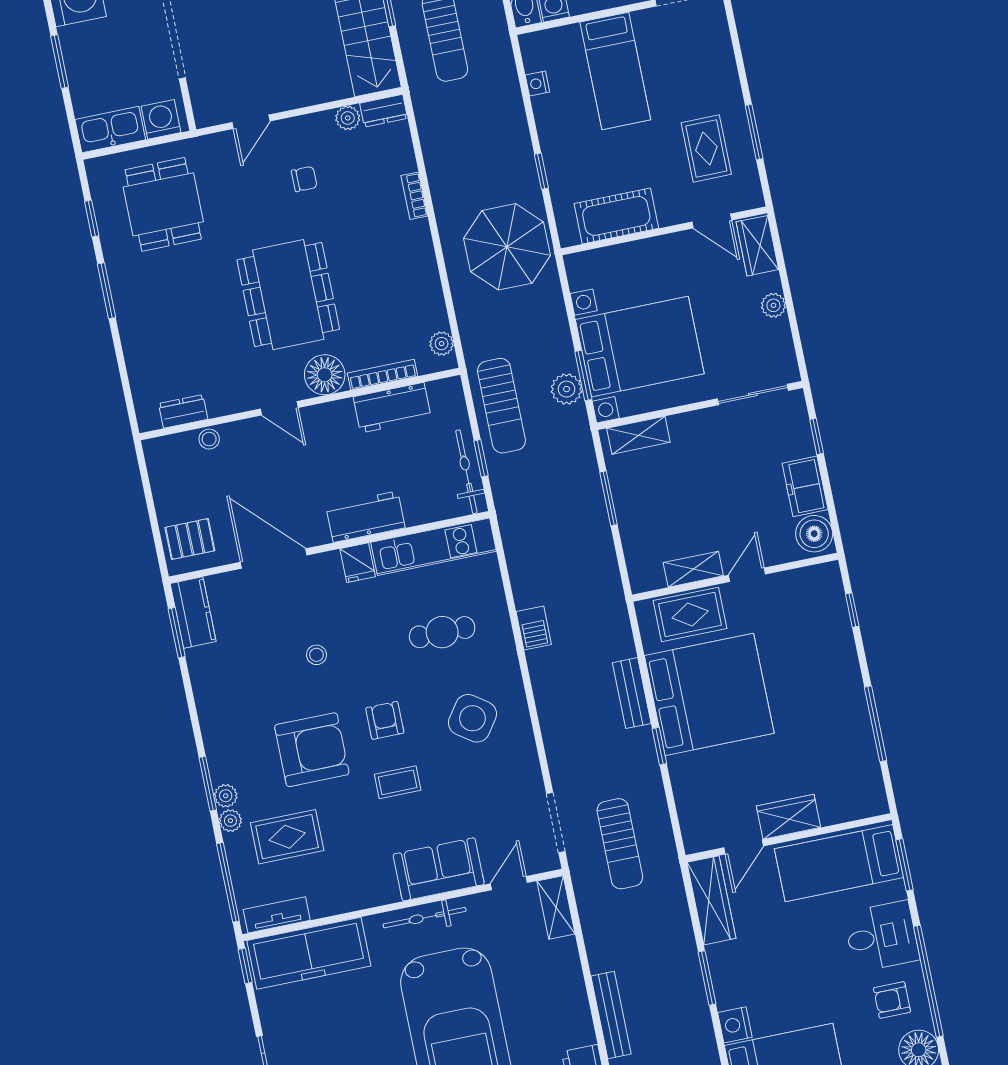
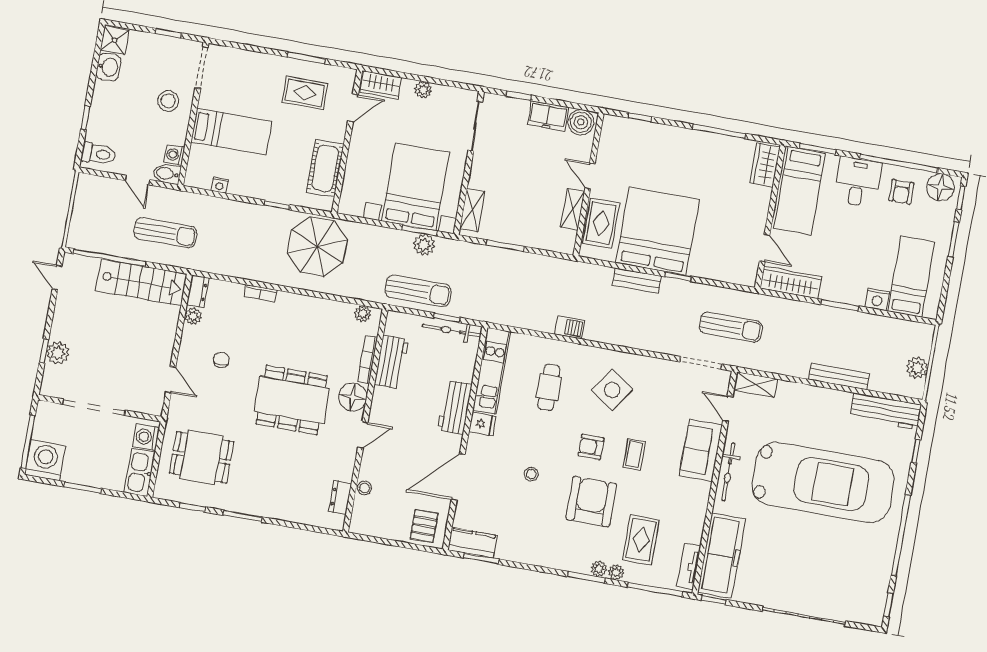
wardrobe: (789, 817) -> (765, 165), moved

